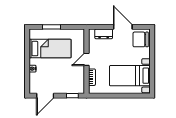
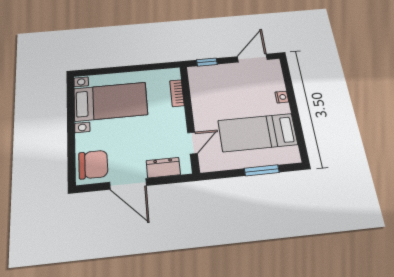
door: (87, 59) -> (193, 143), moved

